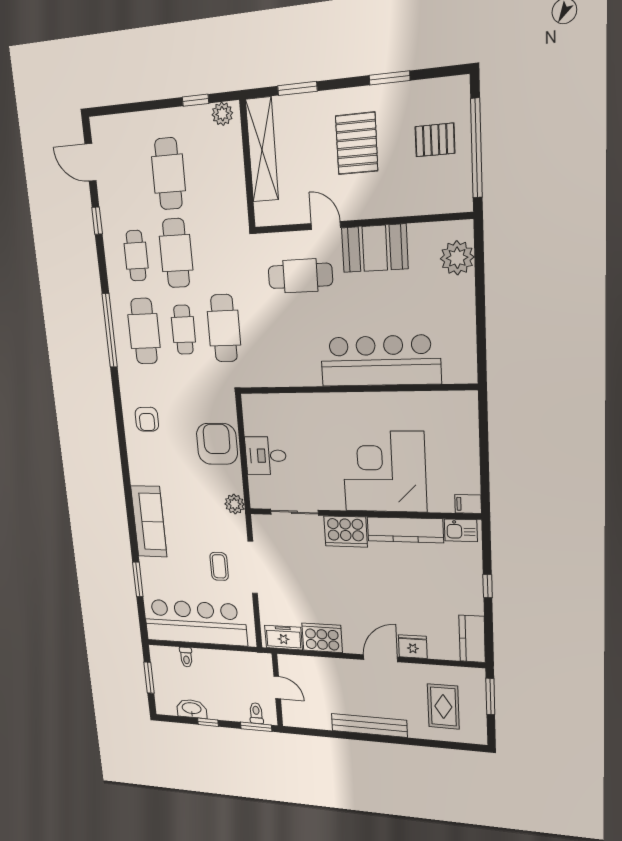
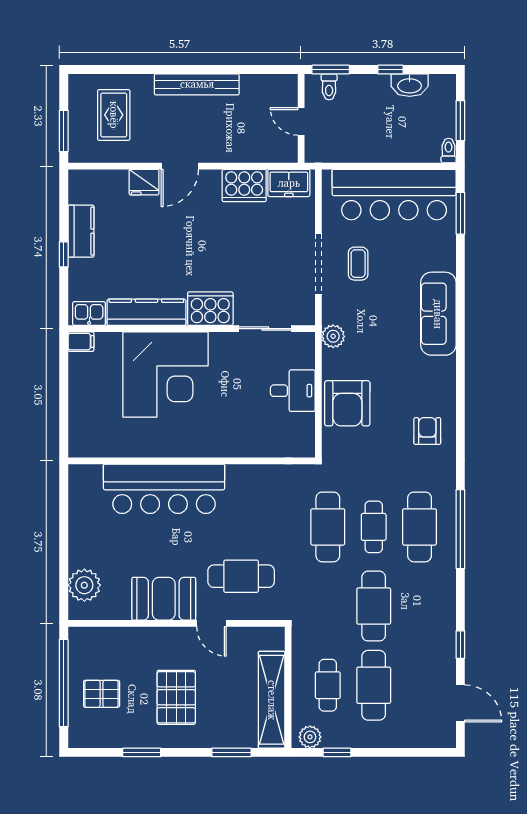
cafe table: (136, 256) -> (328, 685), moved
window: (138, 579) -> (460, 213), moved
kitchen counter: (472, 639) -> (81, 231), moved
toilet: (186, 657) -> (449, 151), moved

